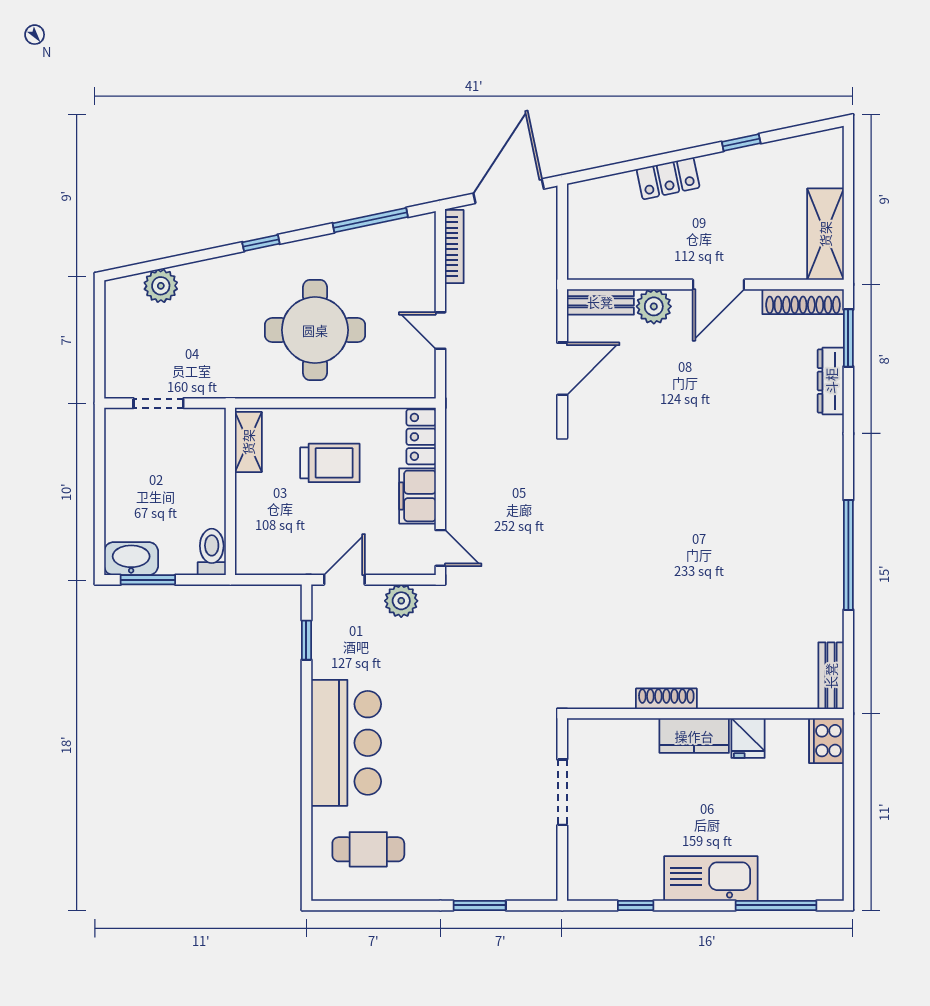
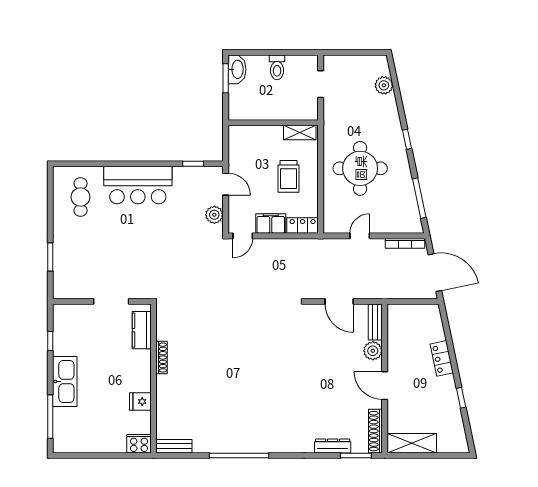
toilet: (212, 552) -> (277, 67), moved, turned 90
kitchen counter: (694, 736) -> (142, 330), moved

